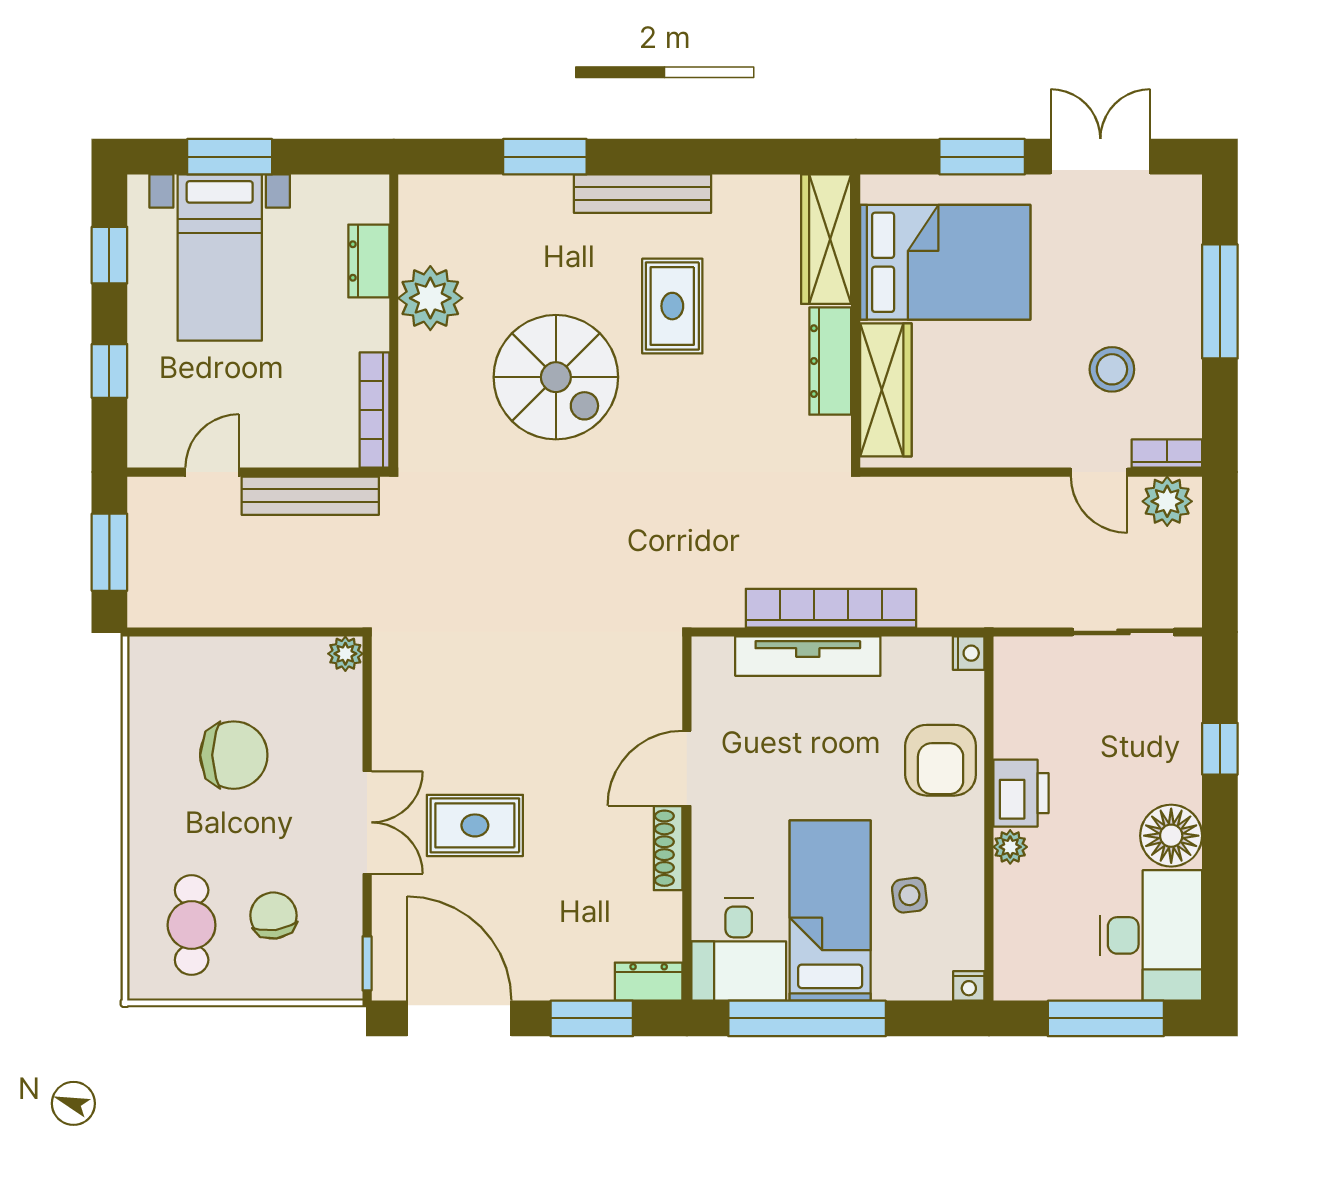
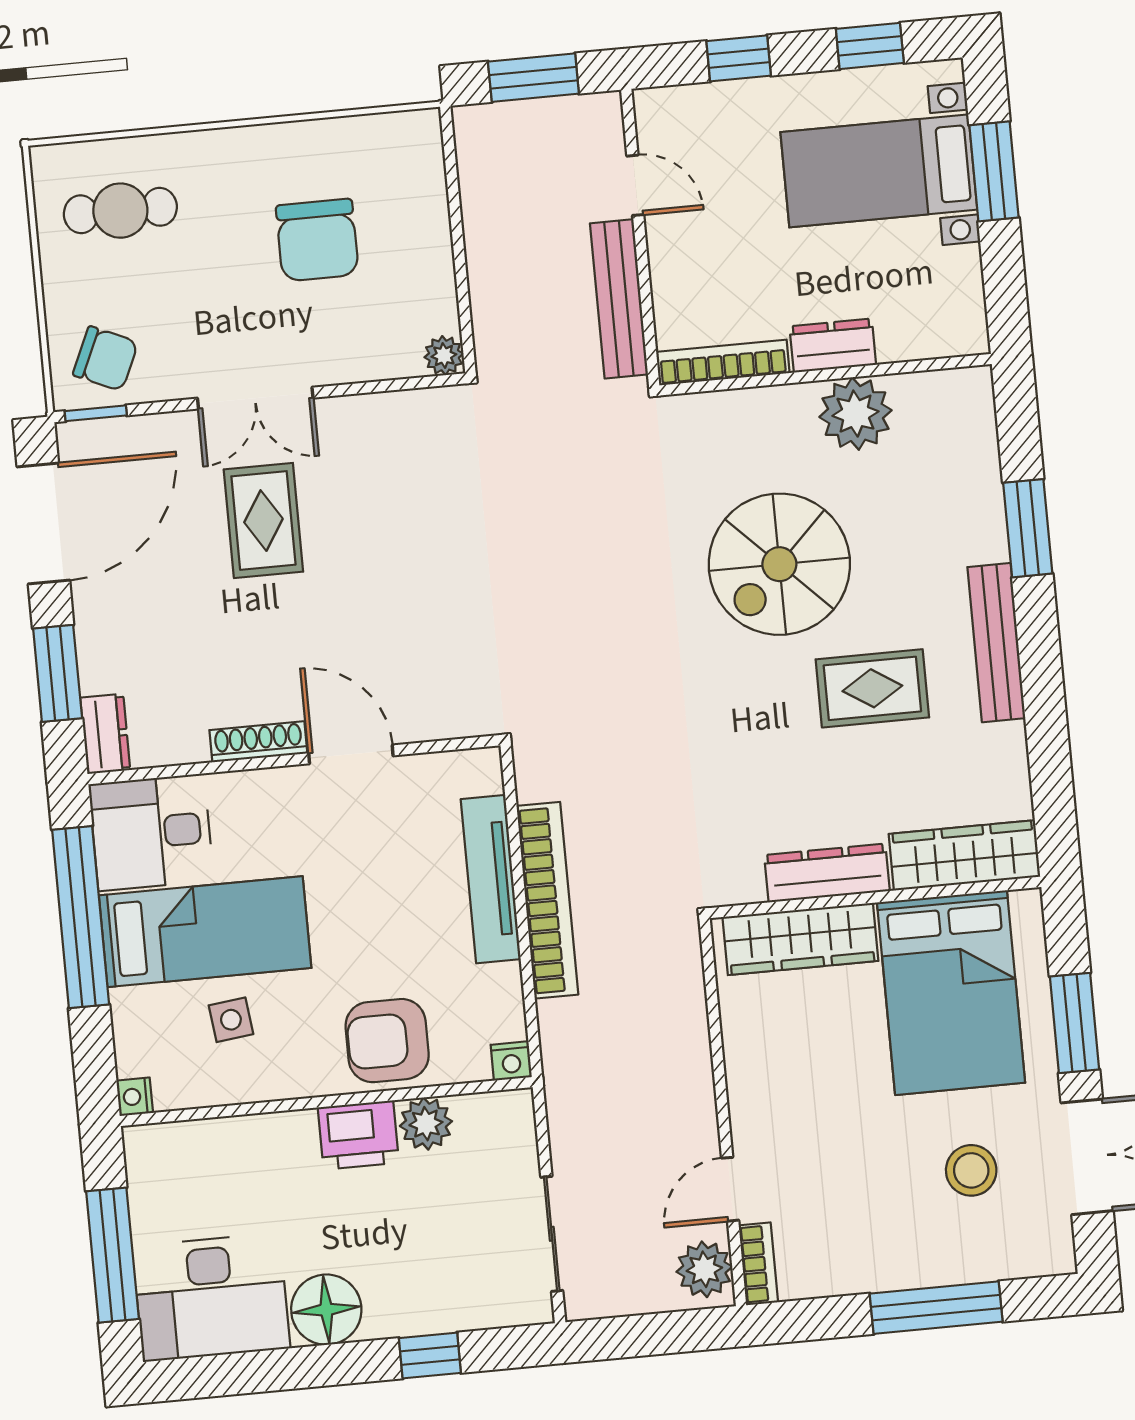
dresser: (369, 261) -> (833, 346), moved
stool: (1112, 369) -> (971, 1170), moved
plant: (1010, 847) -> (426, 1124), moved, width x1.38, depth x1.38
chair: (273, 916) -> (105, 359), moved, turned 32

